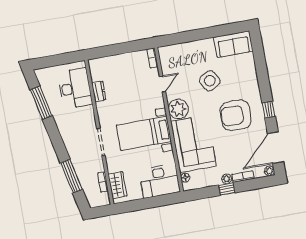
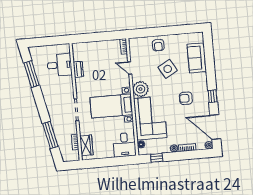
sofa: (233, 44) -> (197, 58), moved, turned 90
armchair: (195, 52) -> (158, 45), added
door: (162, 84) -> (130, 68), swing flipped
desk: (75, 88) -> (60, 65), width x0.73
armchair: (236, 115) -> (186, 98), width x0.53, depth x0.53
door: (275, 148) -> (215, 127), hinge flipped
desk: (160, 181) -> (124, 145), width x0.73
window: (227, 189) -> (157, 158), moved

